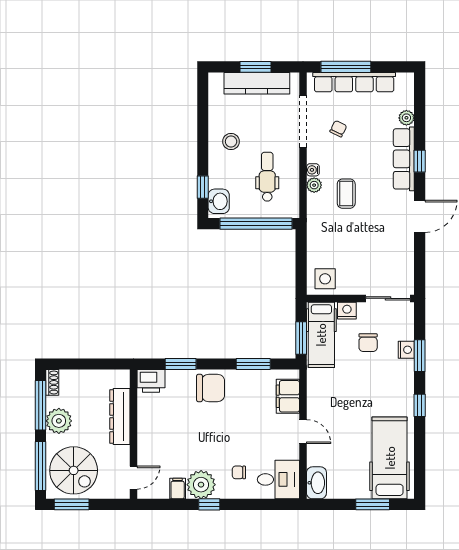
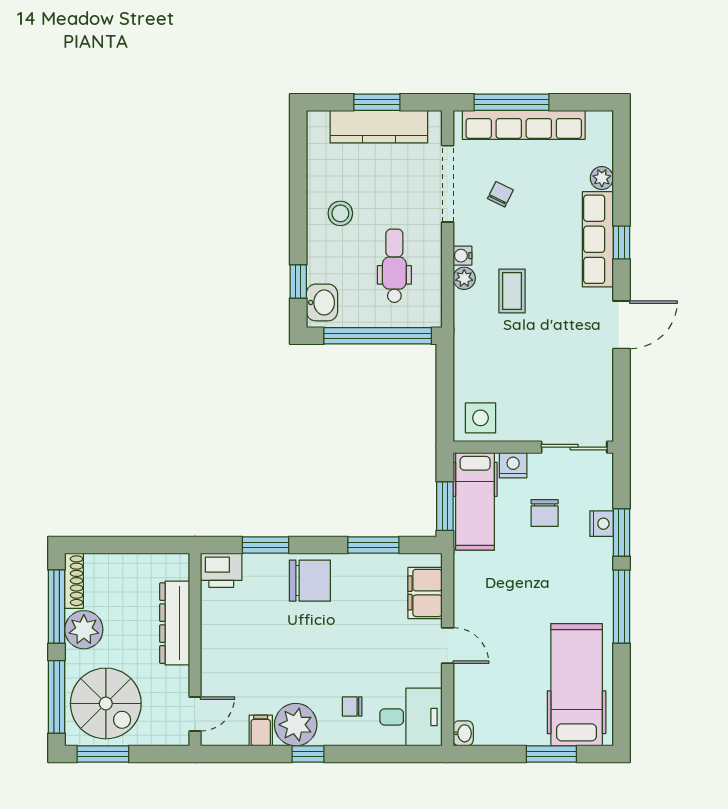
shoe rack: (52, 382) -> (74, 581), width x1.43
window: (420, 405) -> (621, 607), width x2.17
washbasin: (316, 483) -> (463, 733), width x0.52, depth x0.69

